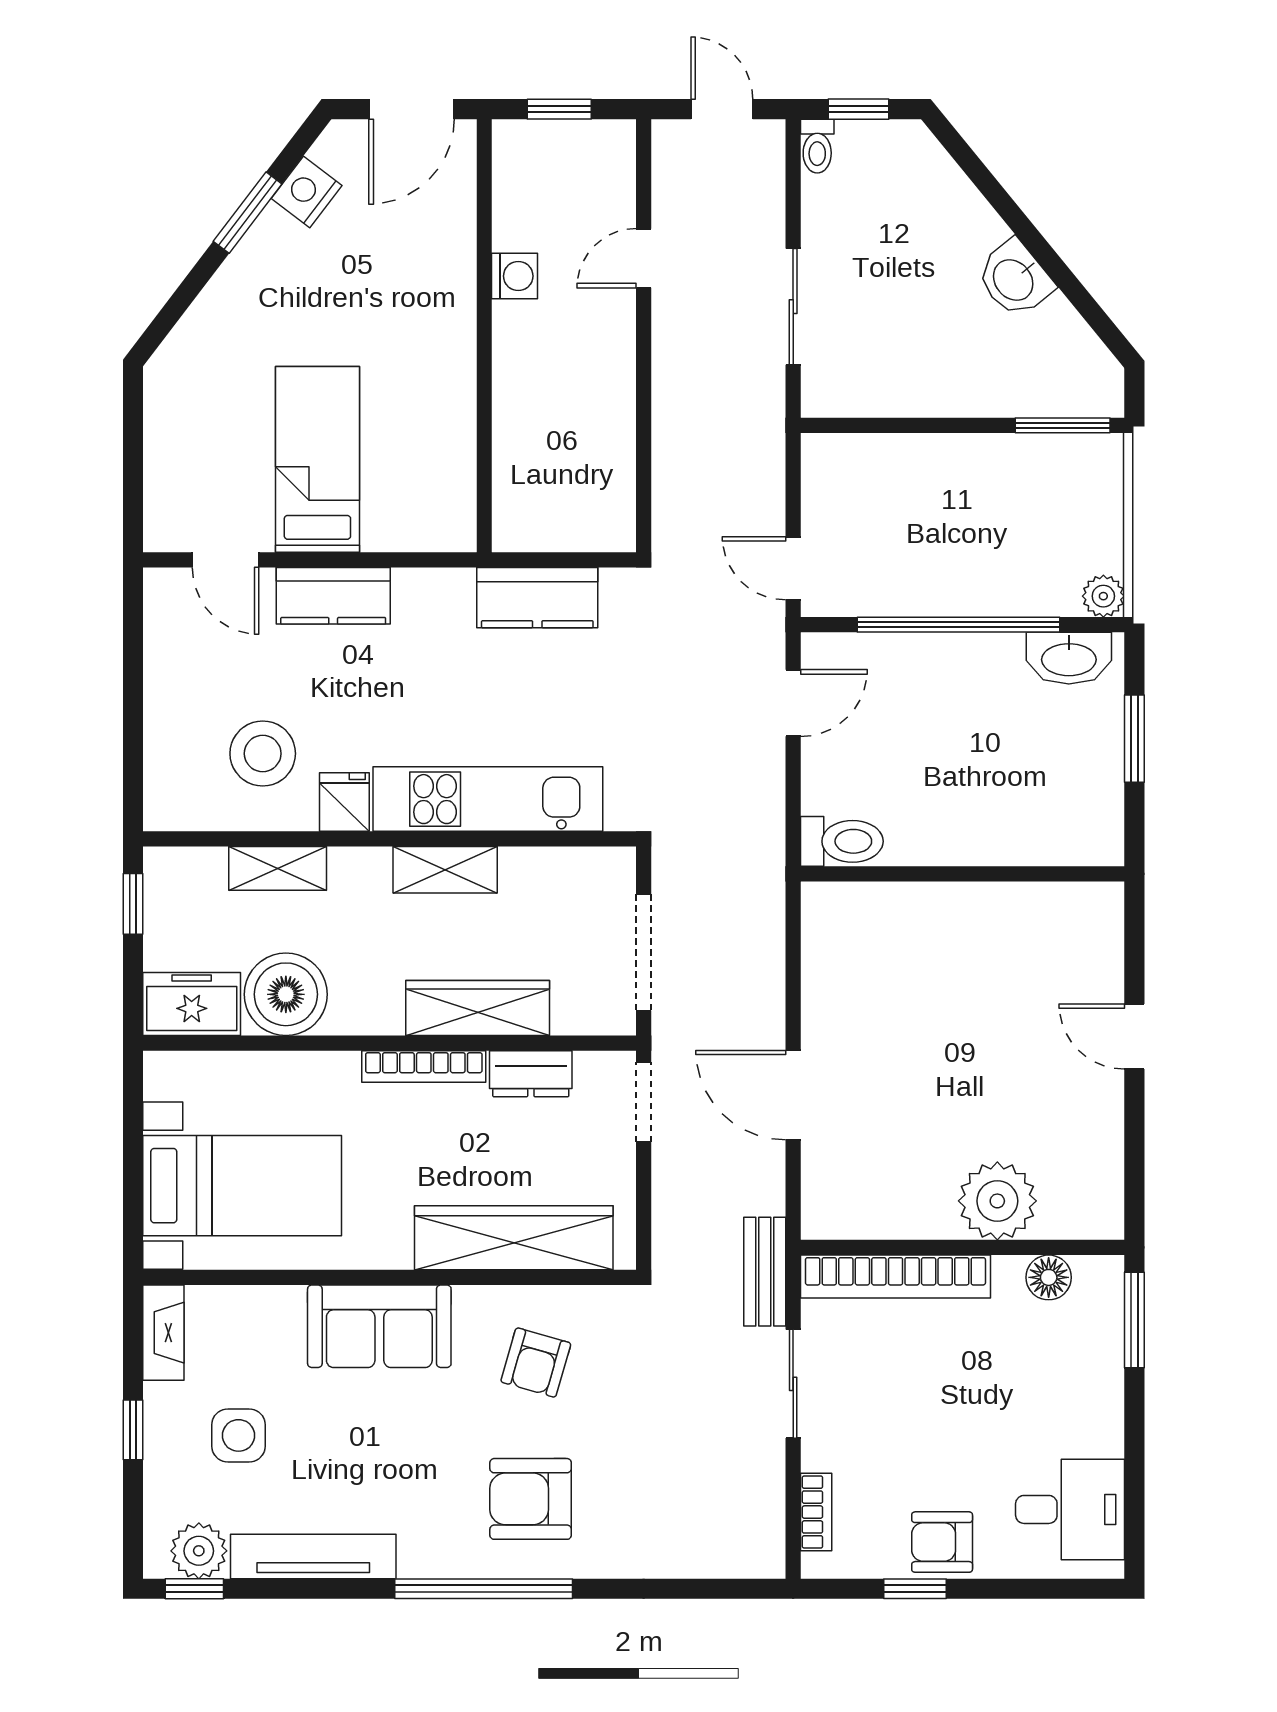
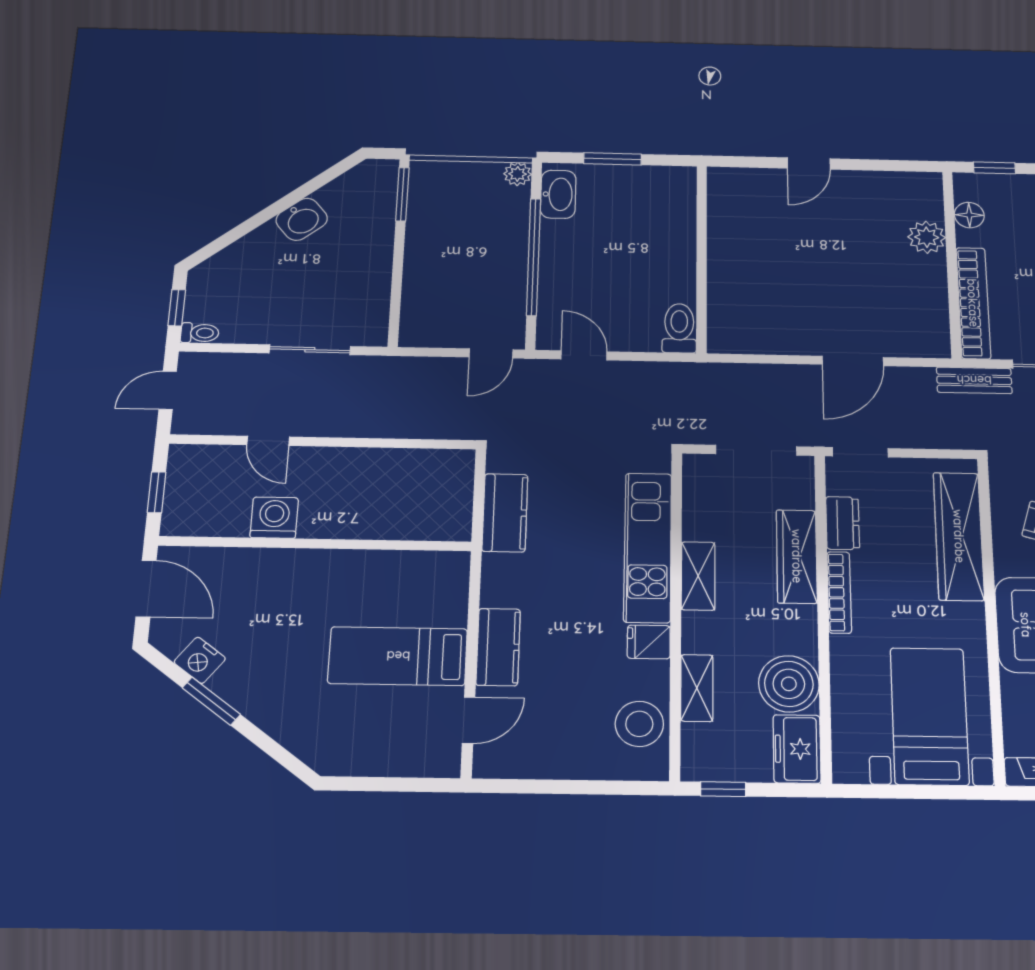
washing machine: (515, 276) -> (274, 518), width x1.38, depth x1.38
stool: (263, 754) -> (639, 724), moved
plant: (997, 1201) -> (927, 237), width x0.73, depth x0.73
window: (1134, 1320) -> (994, 168), width x0.67

